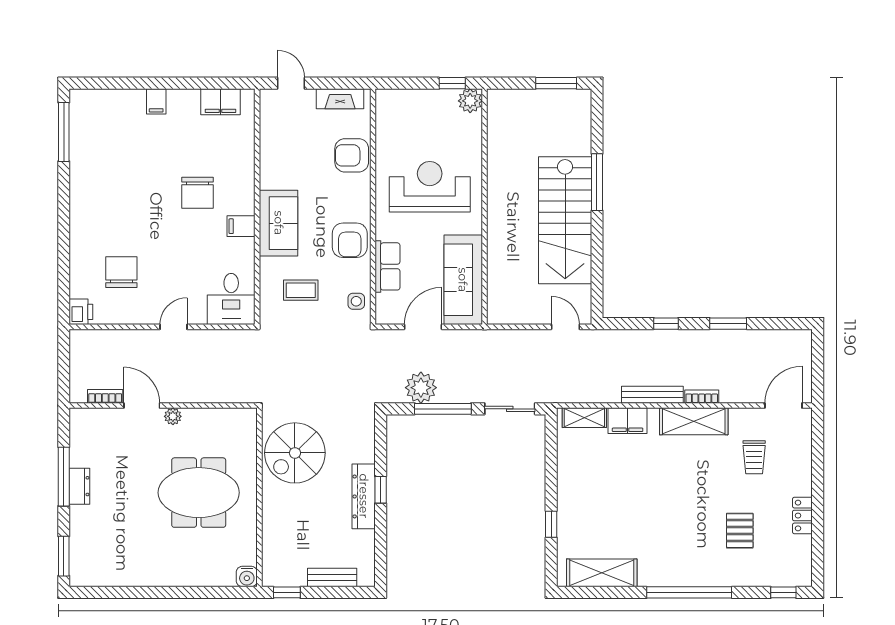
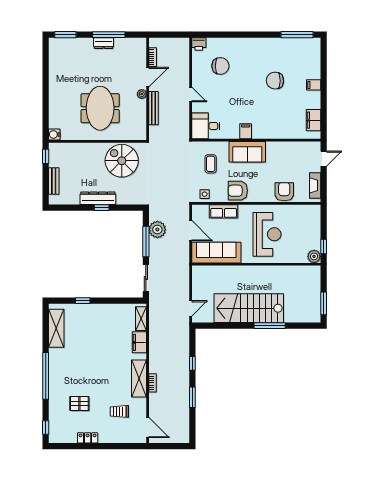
chair: (198, 193) -> (275, 81), moved
bench: (652, 395) -> (154, 108), moved

